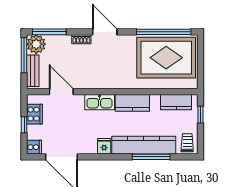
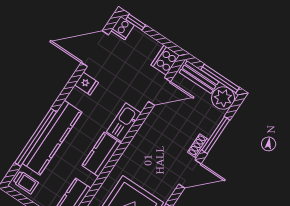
window: (49, 32) -> (216, 135), moved
cooker: (34, 114) -> (165, 60), moved, turned 90
window: (24, 125) -> (136, 22), moved
fridge: (104, 146) -> (87, 84), moved
window: (151, 157) -> (36, 137), width x1.46

